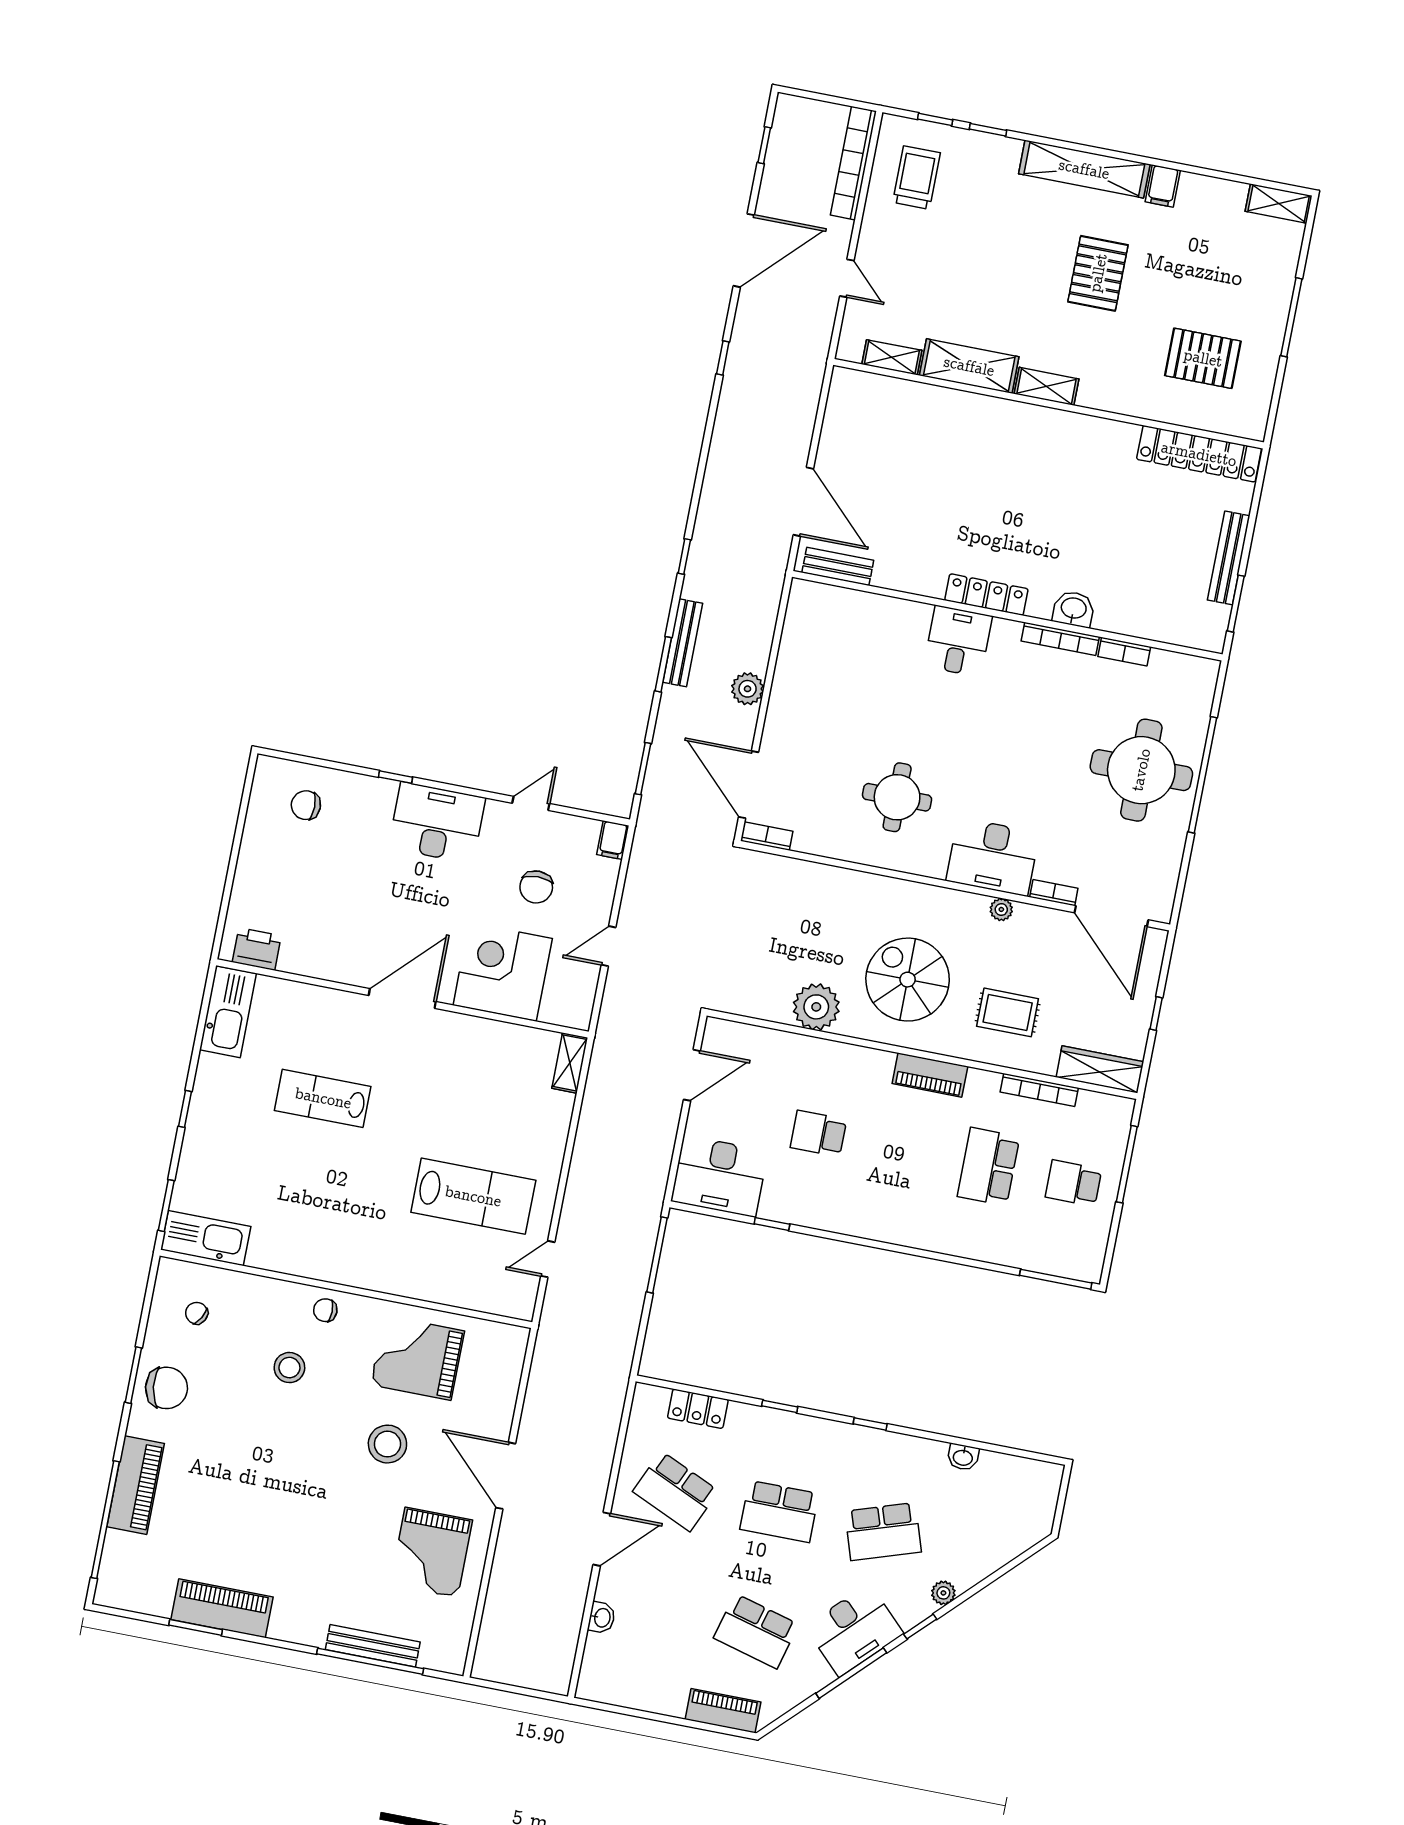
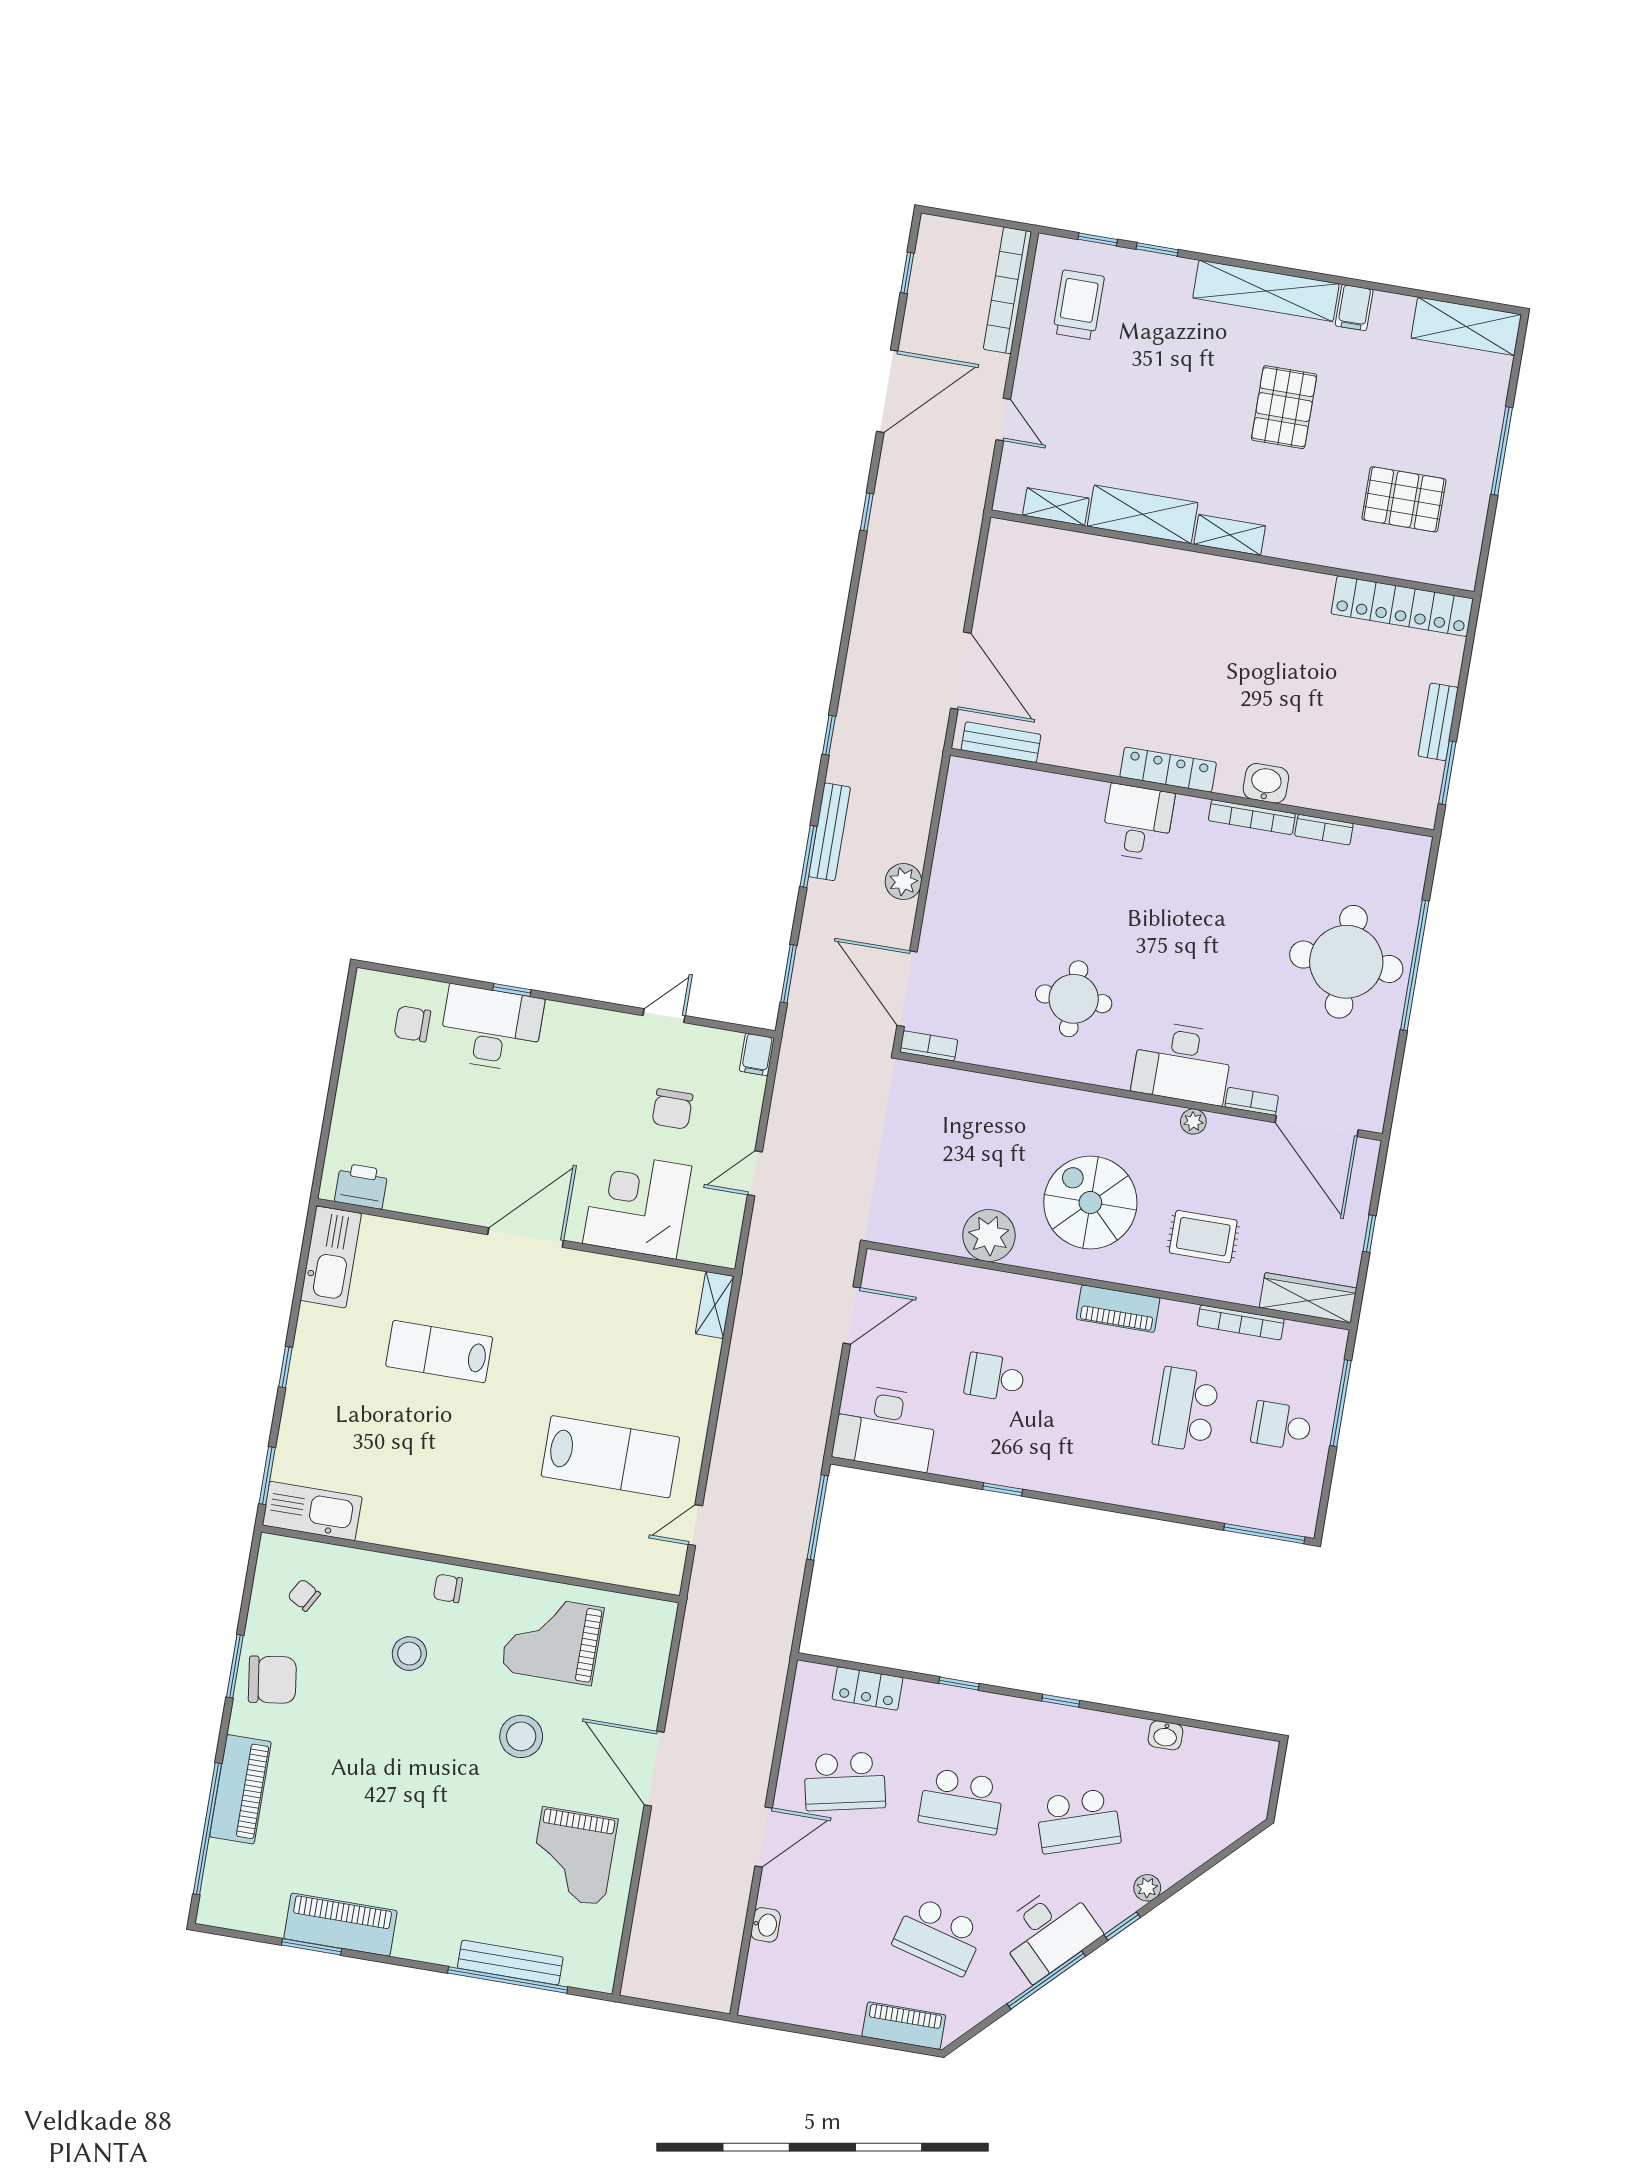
shelving: (1279, 204) -> (1466, 326), width x1.50, depth x1.33
bench: (1229, 558) -> (1438, 722), width x0.73
desk: (437, 823) -> (491, 1028), moved
window: (772, 1224) -> (1003, 1489), moved
school desk: (676, 1491) -> (845, 1781), turned -36

